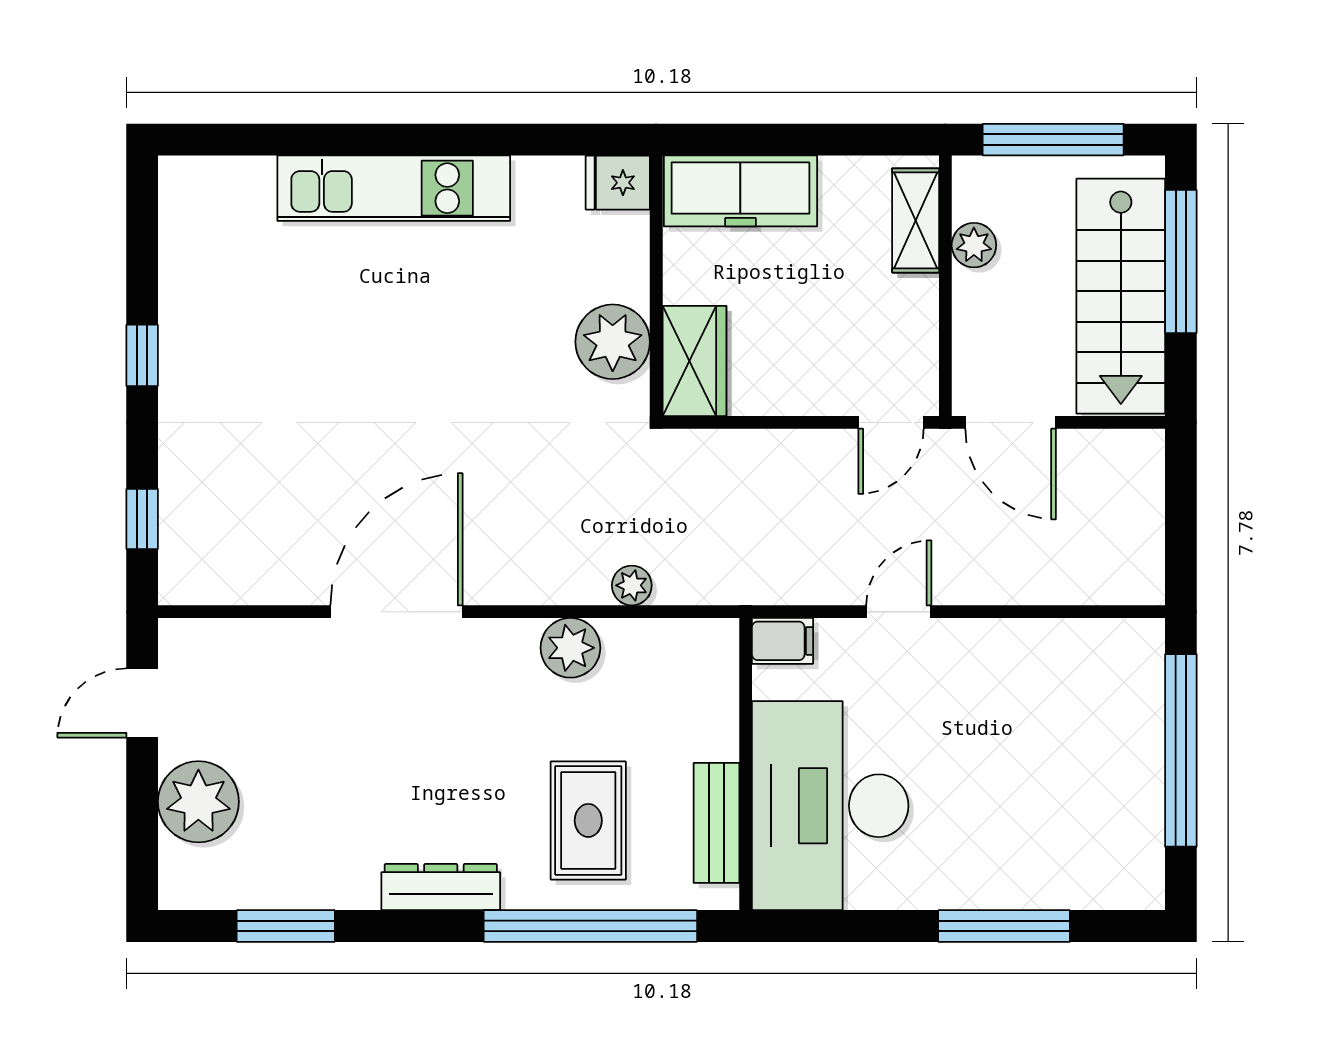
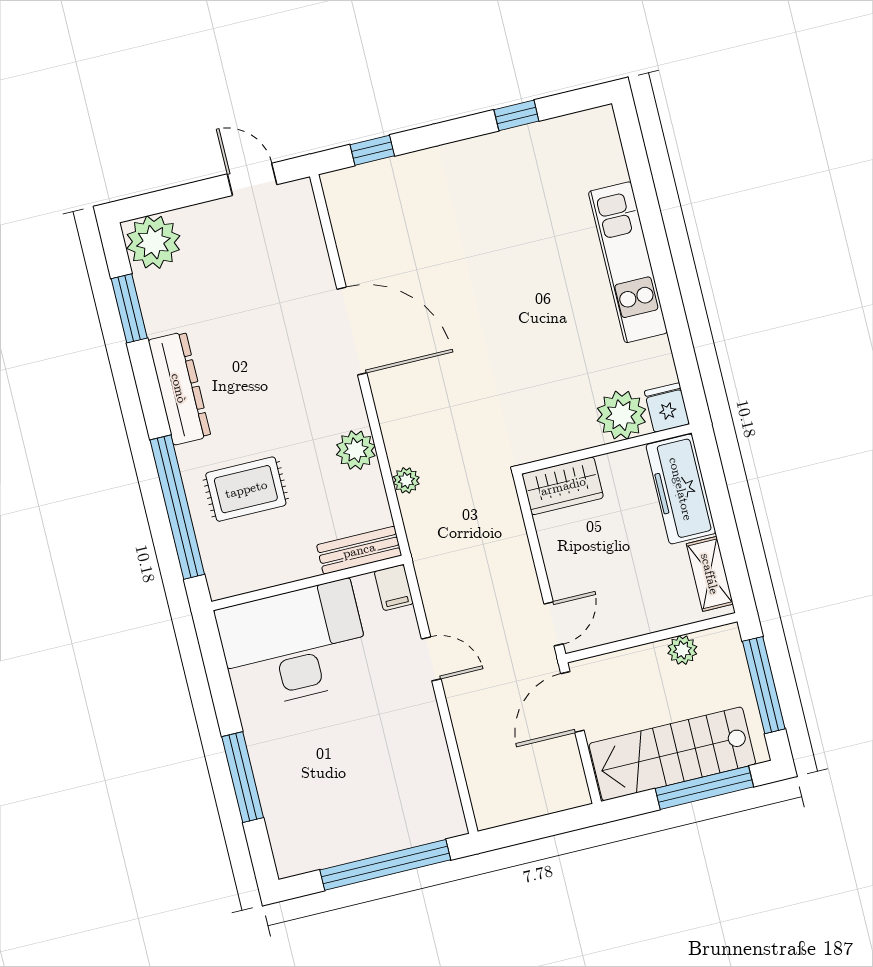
shelving: (916, 220) -> (710, 574), moved, turned 90
plant: (613, 342) -> (621, 415), moved
window: (142, 355) -> (516, 115), moved
door: (891, 422) -> (554, 624), swing flipped
plant: (198, 802) -> (153, 242), moved
bench: (716, 823) -> (359, 550), moved
dresser: (441, 887) -> (179, 388), width x1.37, depth x1.24

